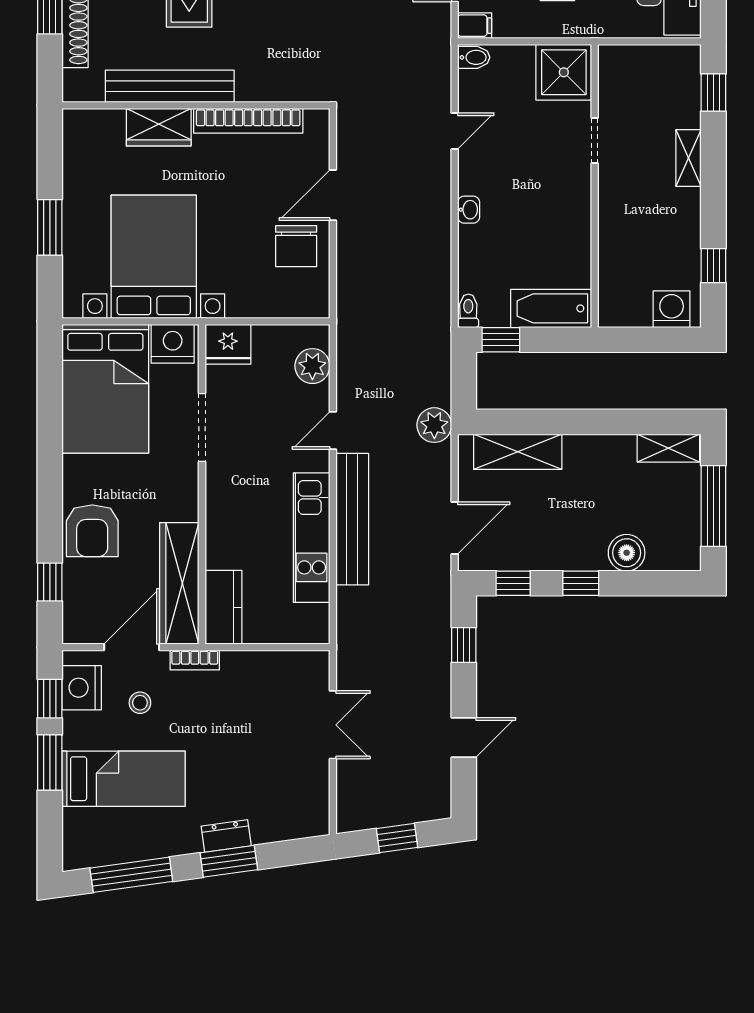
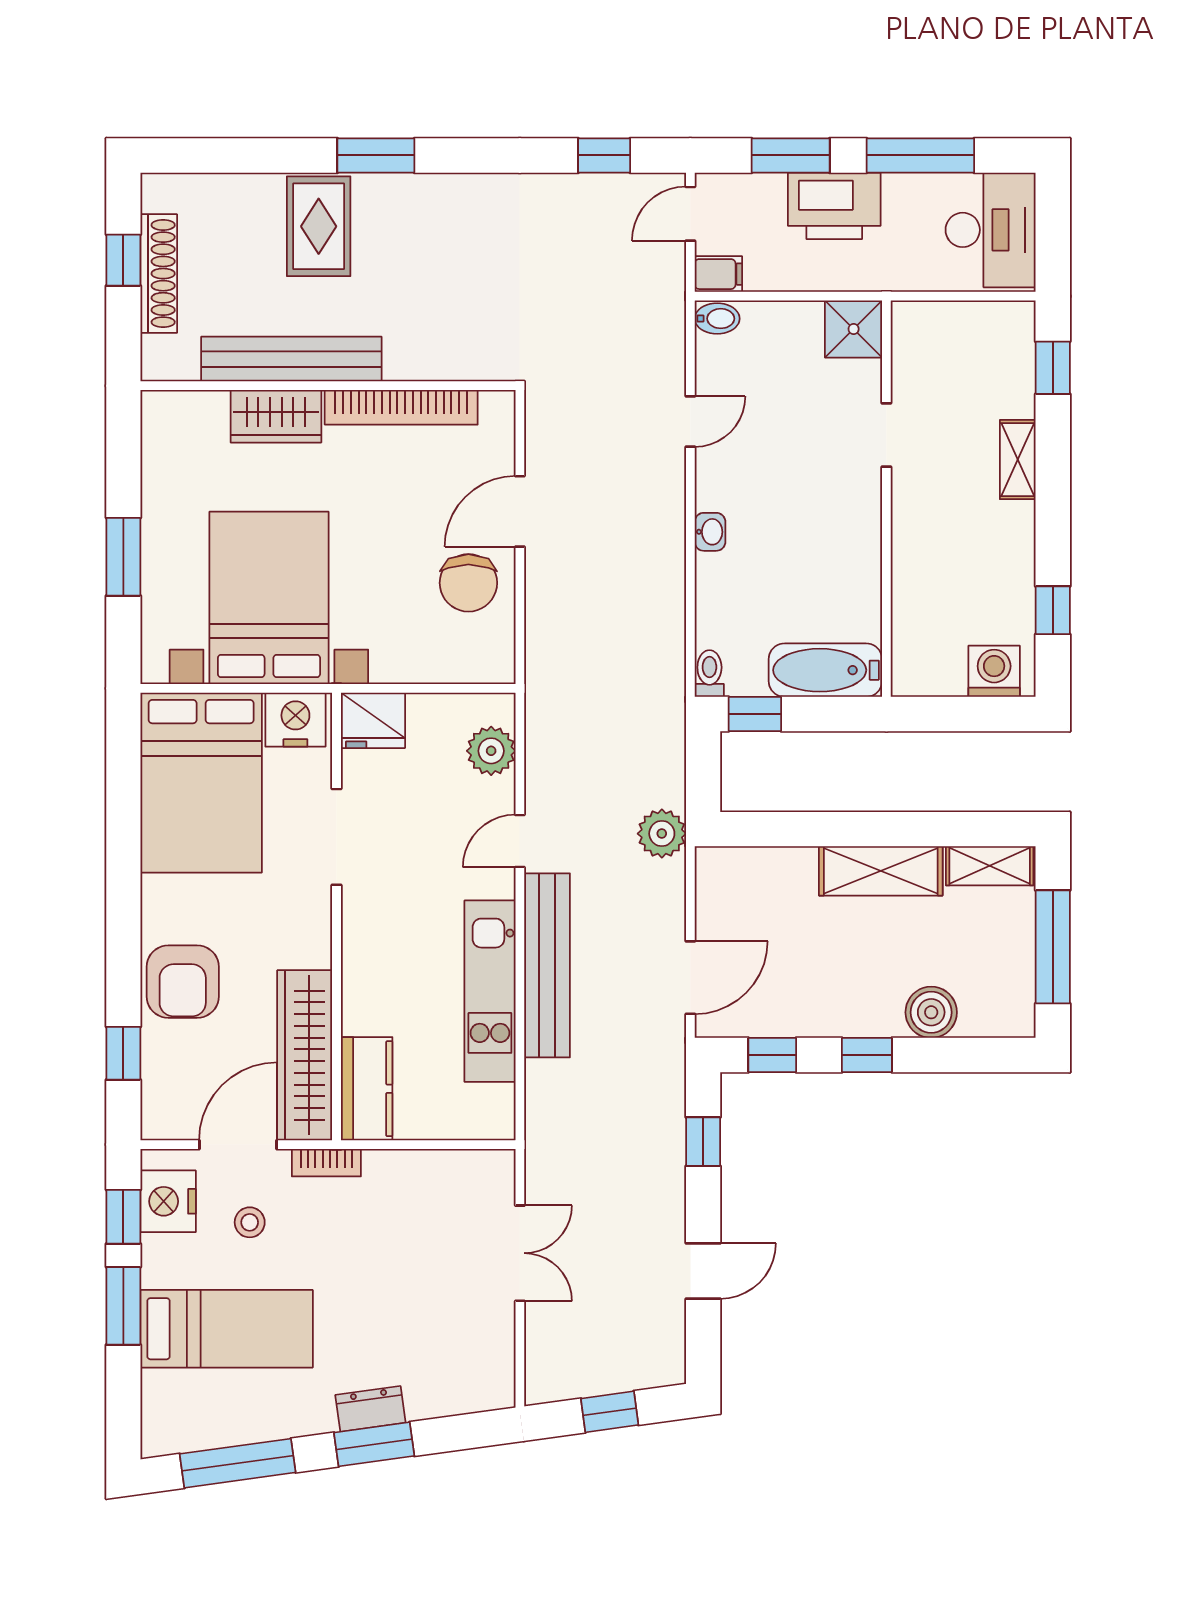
shower: (564, 72) -> (854, 329), width x0.73, depth x0.73
shelving: (518, 452) -> (881, 871), moved

